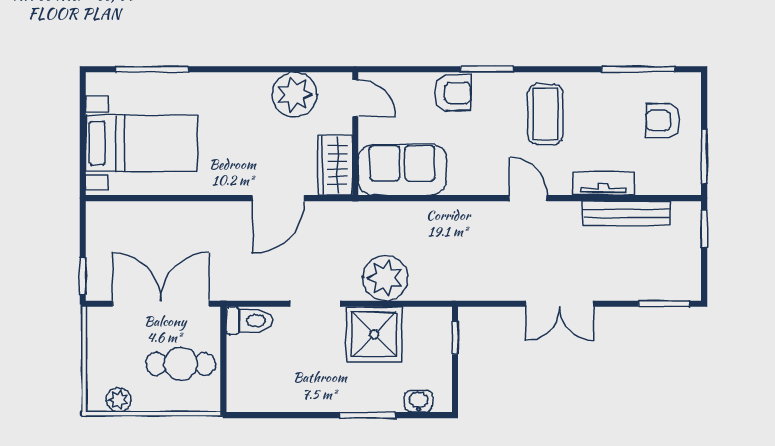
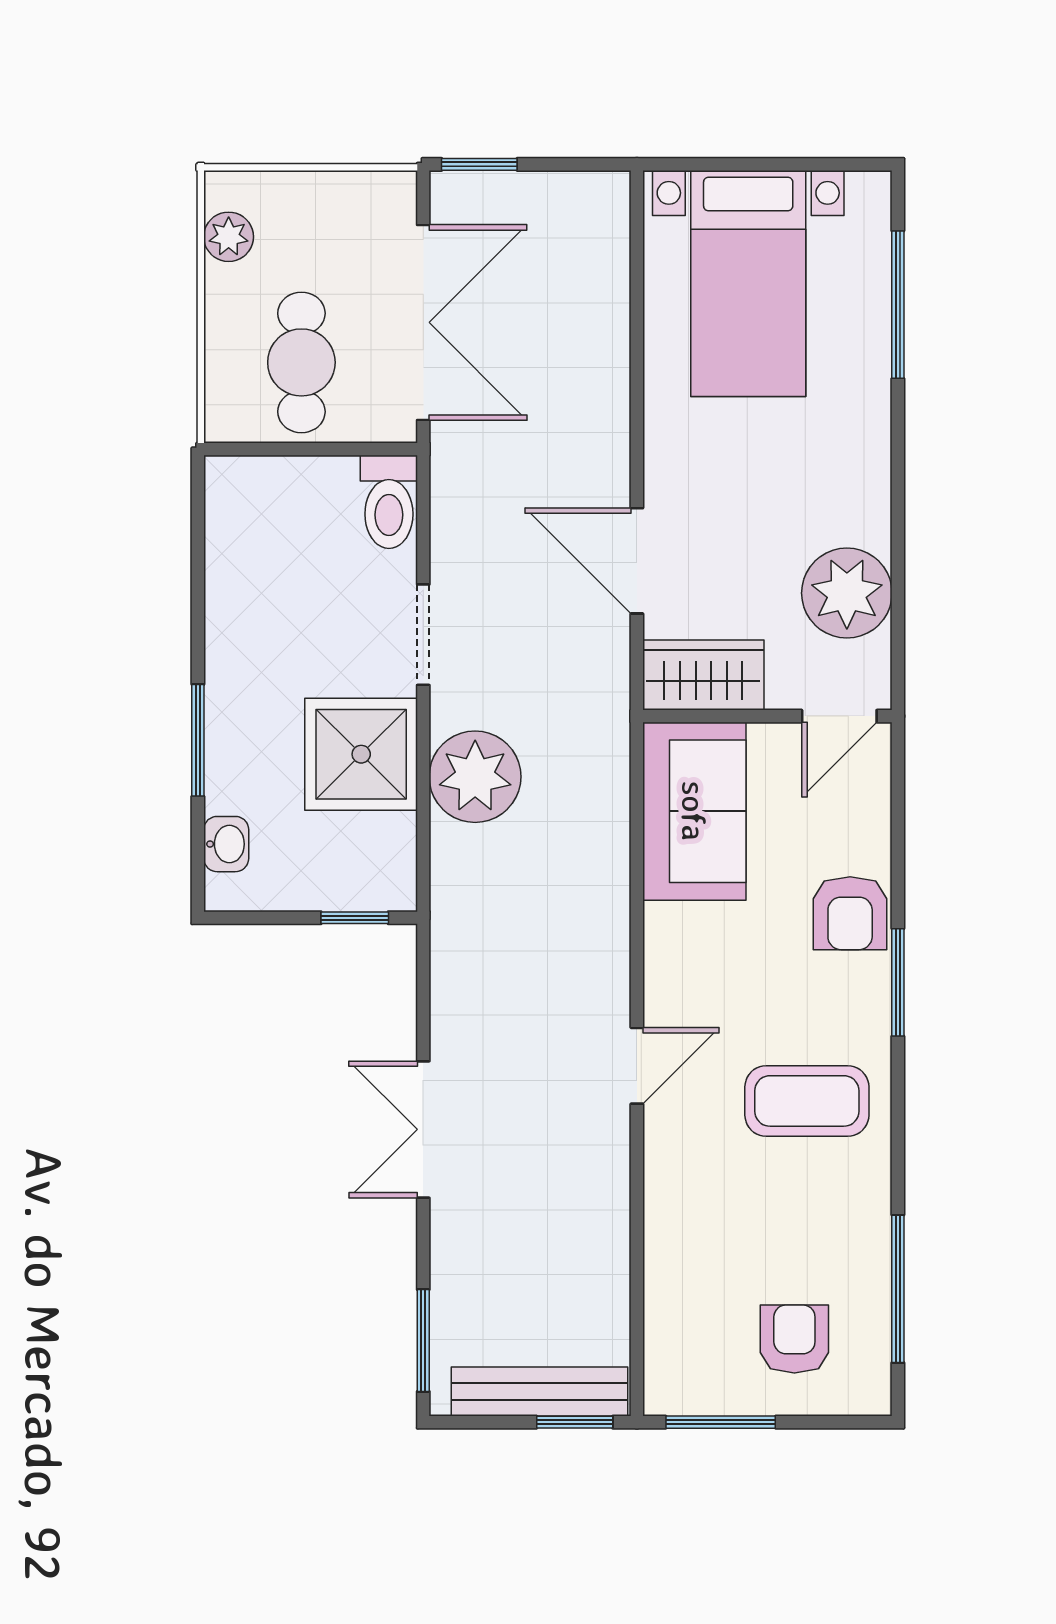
tv unit: (604, 184) -> (666, 1219), removed
bench: (626, 213) -> (540, 1391), moved, turned 90

